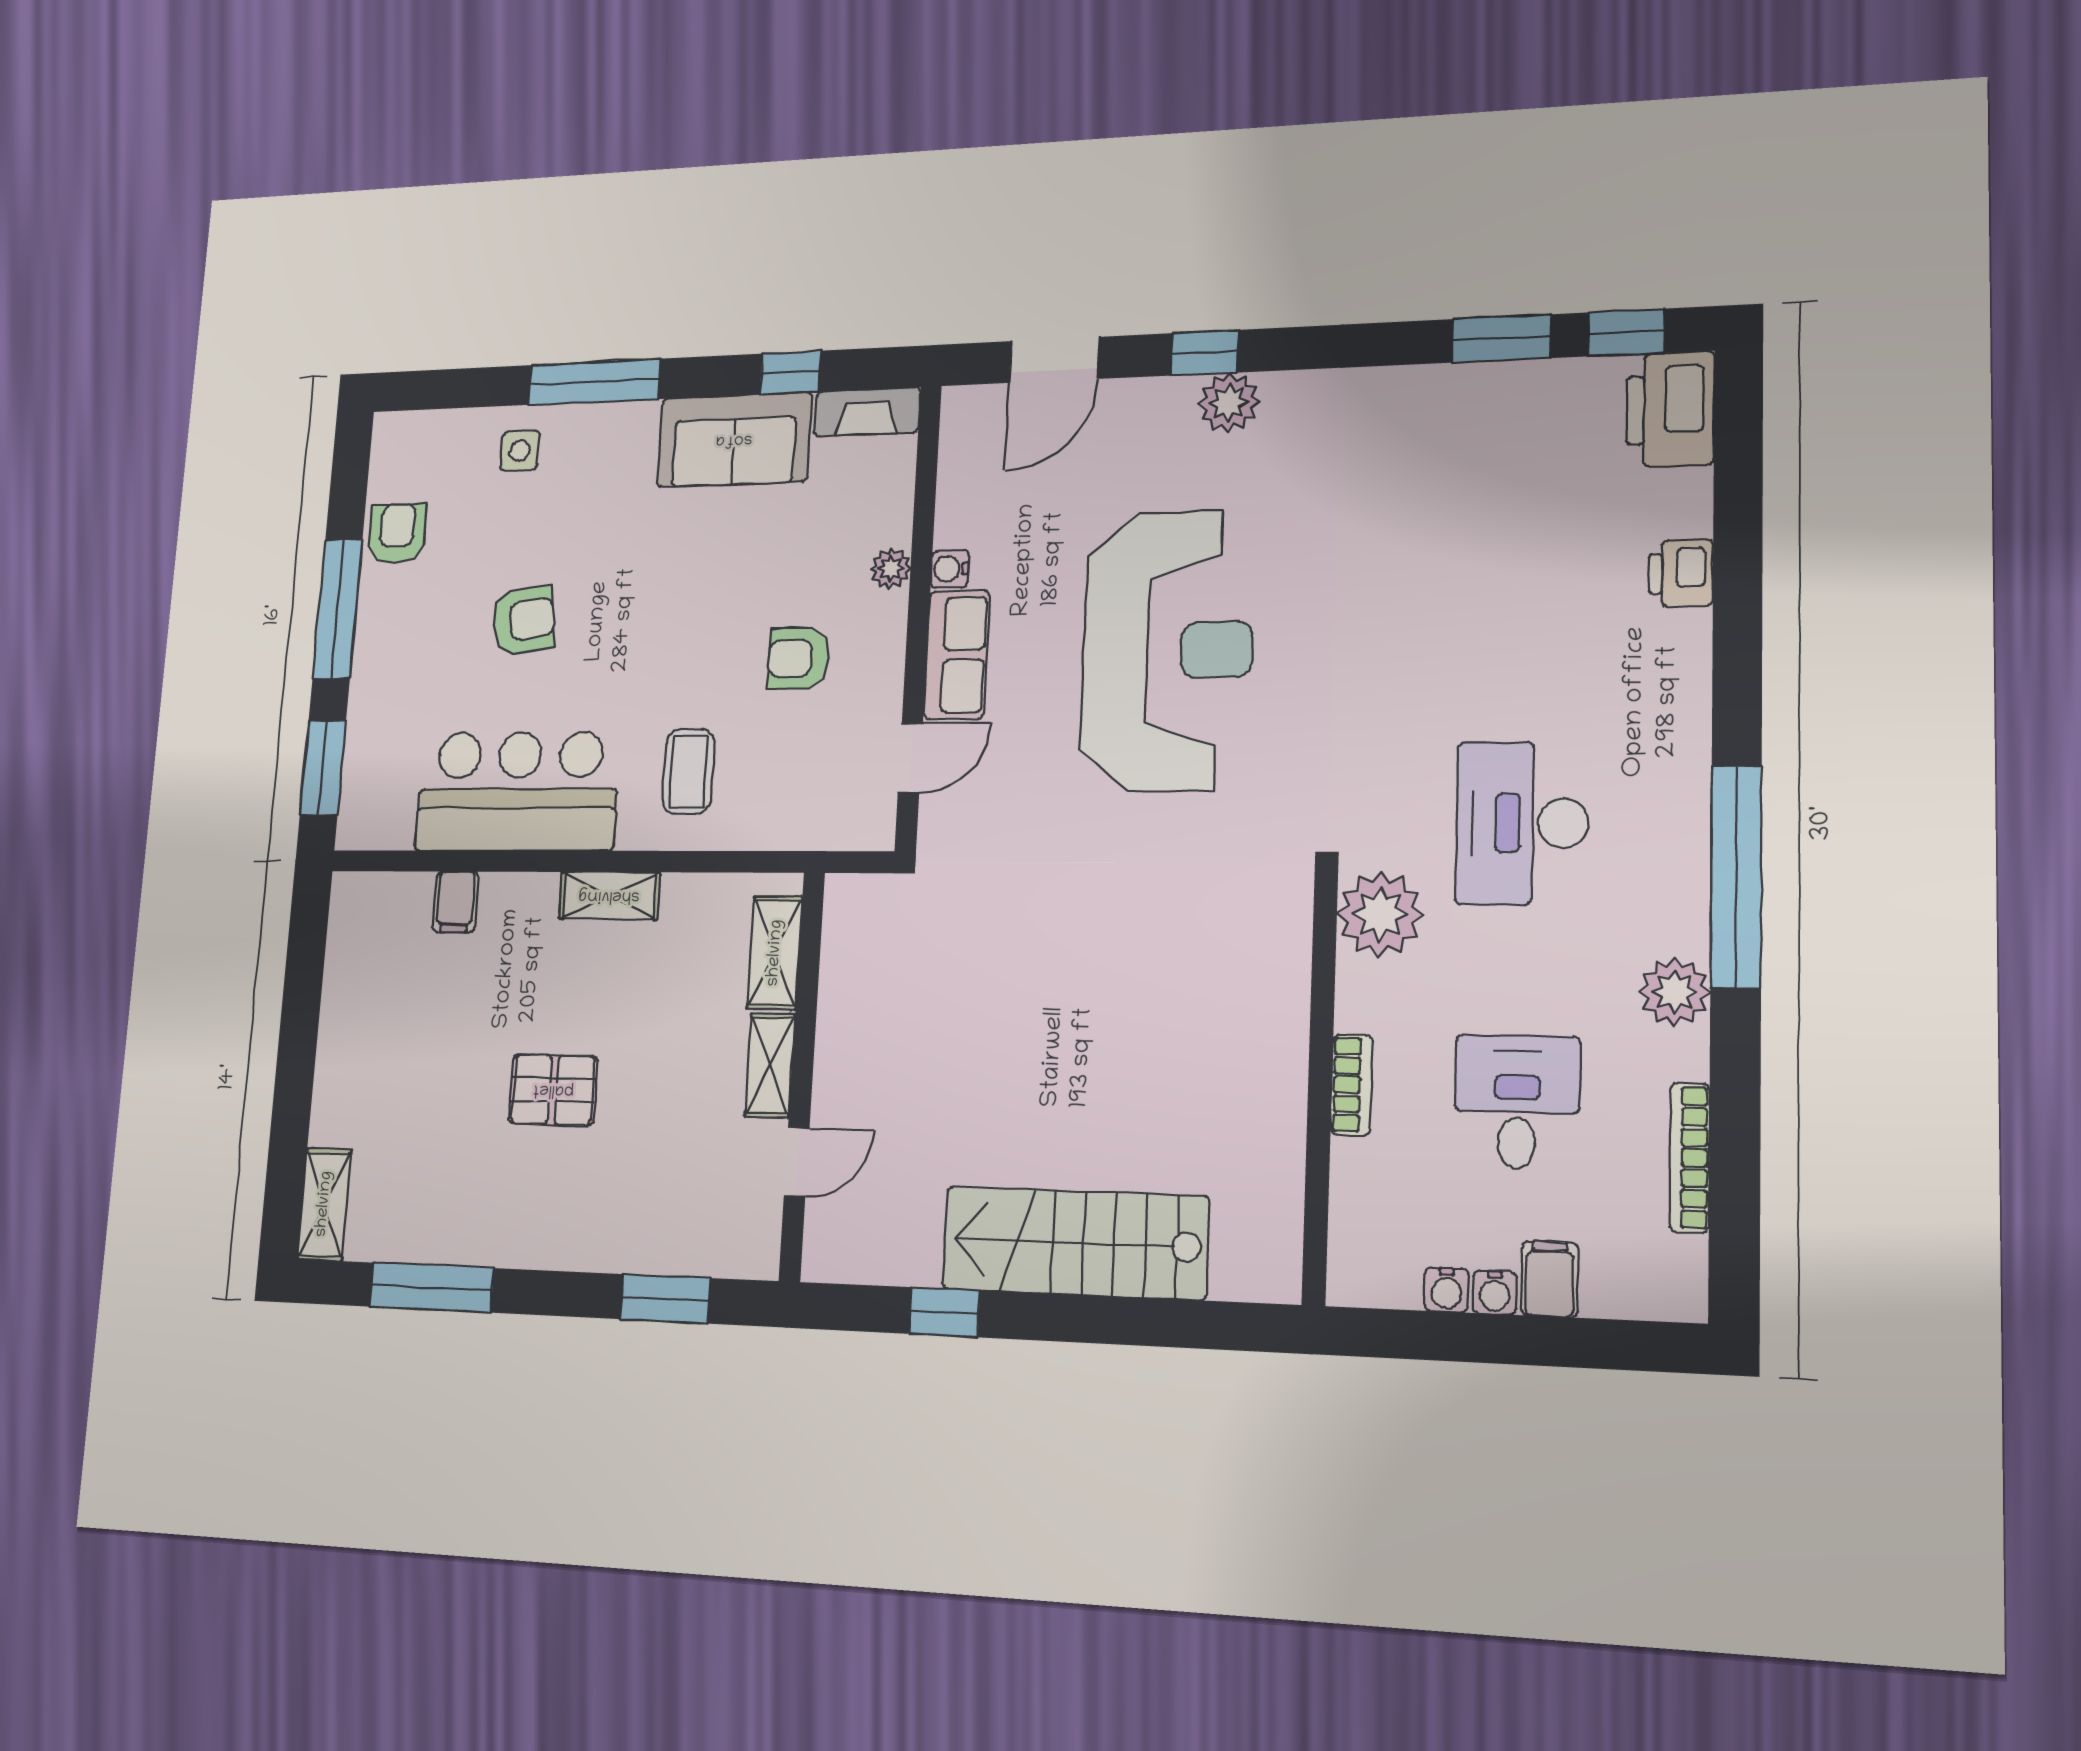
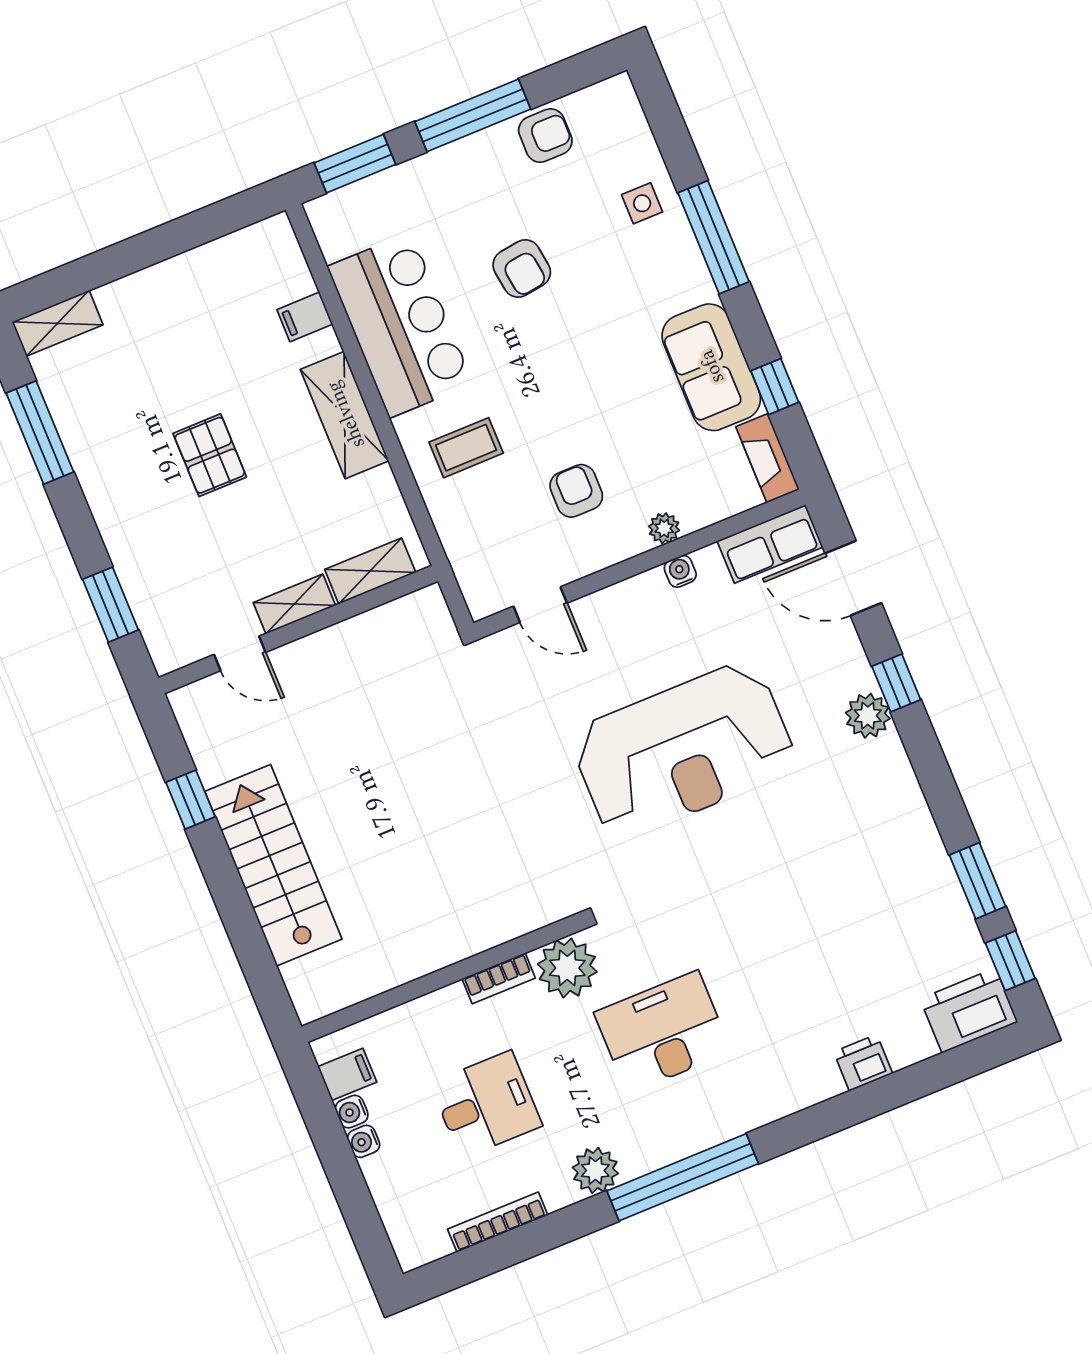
row of seats: (957, 655) -> (770, 544), moved
shelving: (609, 896) -> (345, 415), width x1.50, depth x1.33
bookcase: (1352, 1085) -> (499, 978), moved
filing cabinet: (1550, 1279) -> (347, 1074), moved

